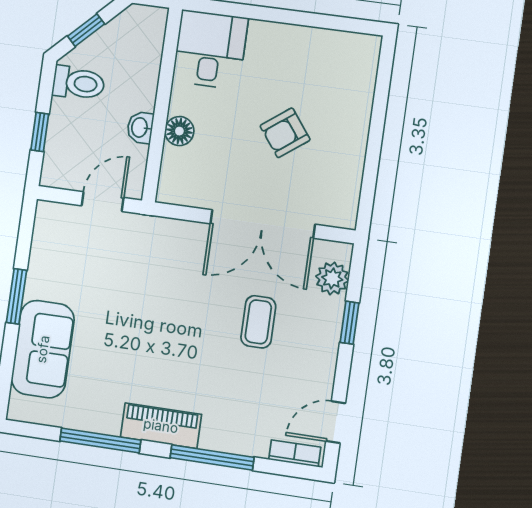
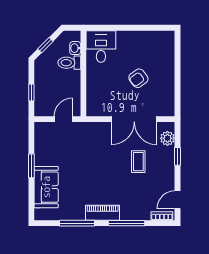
toilet: (79, 83) -> (69, 63), moved, turned 180
washbasin: (140, 128) -> (75, 48), moved
floor lamp: (179, 131) -> (93, 84), removed

